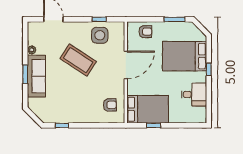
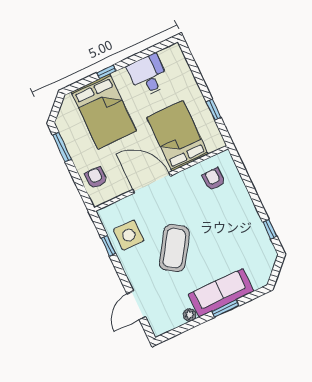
bed: (148, 109) -> (177, 136), moved

